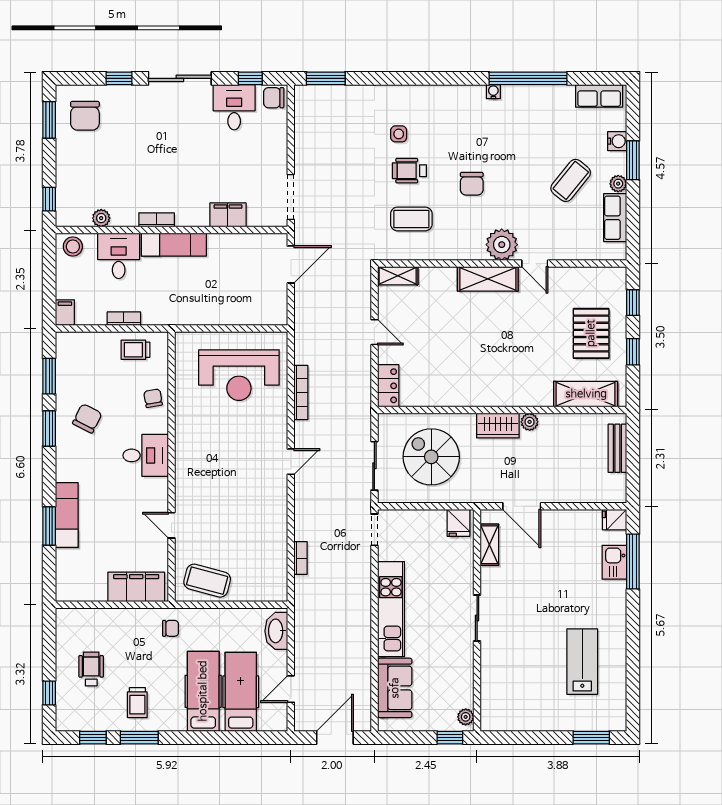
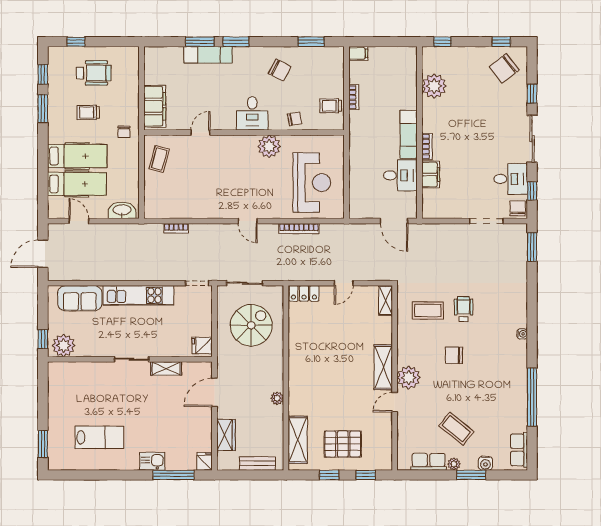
water cooler: (493, 92) -> (522, 334), moved
chair: (85, 116) -> (504, 68), turned -38
window: (49, 120) -> (501, 42), width x0.67
side table: (399, 134) -> (491, 301), removed
doorway: (291, 197) -> (486, 221), moved
plant: (101, 218) -> (434, 86), width x1.88, depth x1.88
coffee table: (411, 219) -> (428, 311), turned 90
bookcase: (157, 220) -> (427, 147), moved
stool: (73, 247) -> (407, 59), removed
desk: (119, 256) -> (400, 175), moved
trolley: (135, 350) -> (331, 106), turned -90
reception desk: (239, 375) -> (312, 183), turned 180
wardrobe: (498, 426) -> (226, 435), moved, turned 180
window: (49, 429) -> (236, 42), moved
plant: (190, 433) -> (269, 146), added
shelving: (489, 545) -> (166, 368), moved
kitchen sink: (614, 562) -> (152, 461), moved
coffee table: (207, 581) -> (159, 159), width x0.73, depth x0.77
wheelchair: (91, 669) -> (94, 73), width x1.36, depth x1.37
trolley: (137, 703) -> (88, 112), moved
plant: (466, 717) -> (64, 345), width x1.88, depth x1.88
door: (335, 738) -> (43, 254), swing flipped

